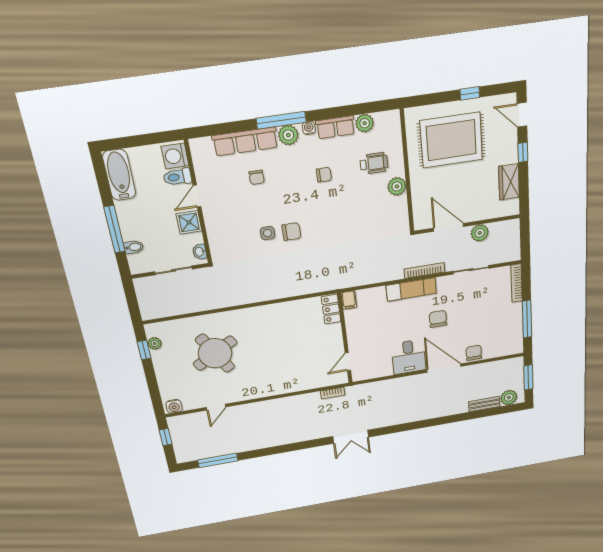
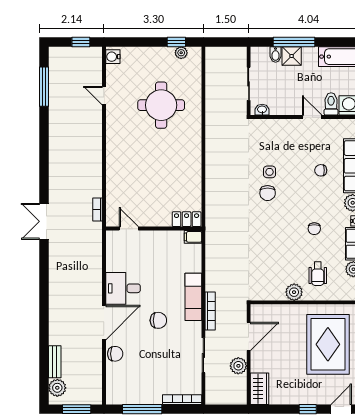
wardrobe: (509, 182) -> (260, 389), moved, turned 90
shower: (189, 222) -> (292, 56), moved
round table: (215, 353) -> (161, 105), turned 30

